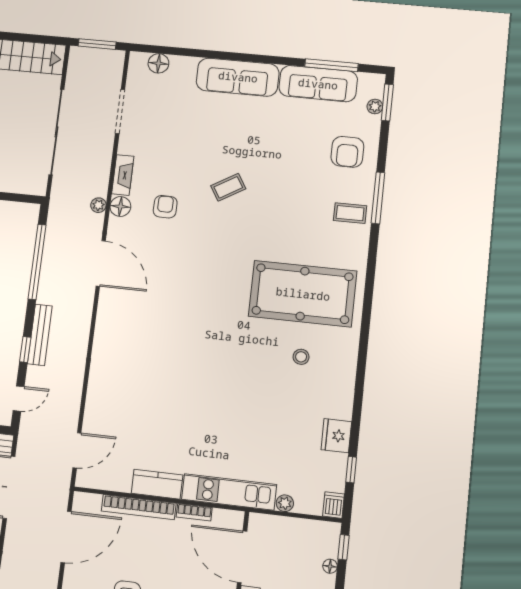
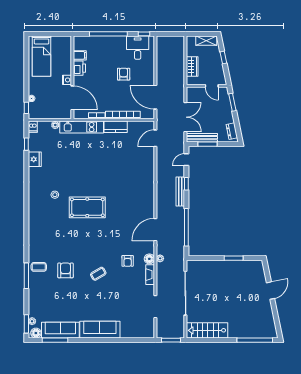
floor lamp: (158, 63) -> (36, 333), moved
armchair: (347, 152) -> (66, 270), moved
door: (101, 263) -> (155, 230), hinge flipped
pool table: (303, 294) -> (87, 207), moved, width x0.73, depth x0.76
door: (66, 537) -> (155, 97), hinge flipped

